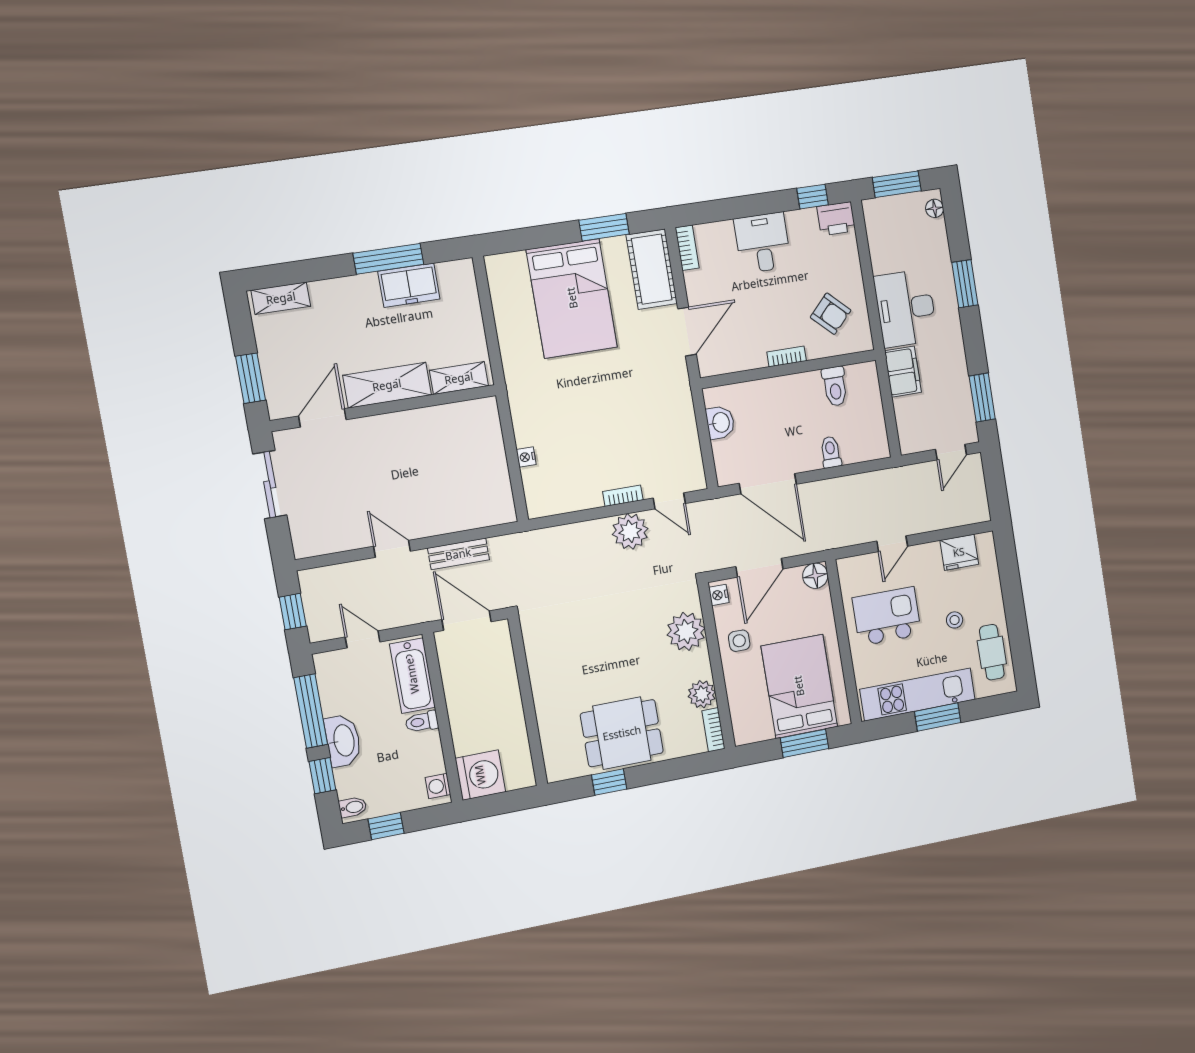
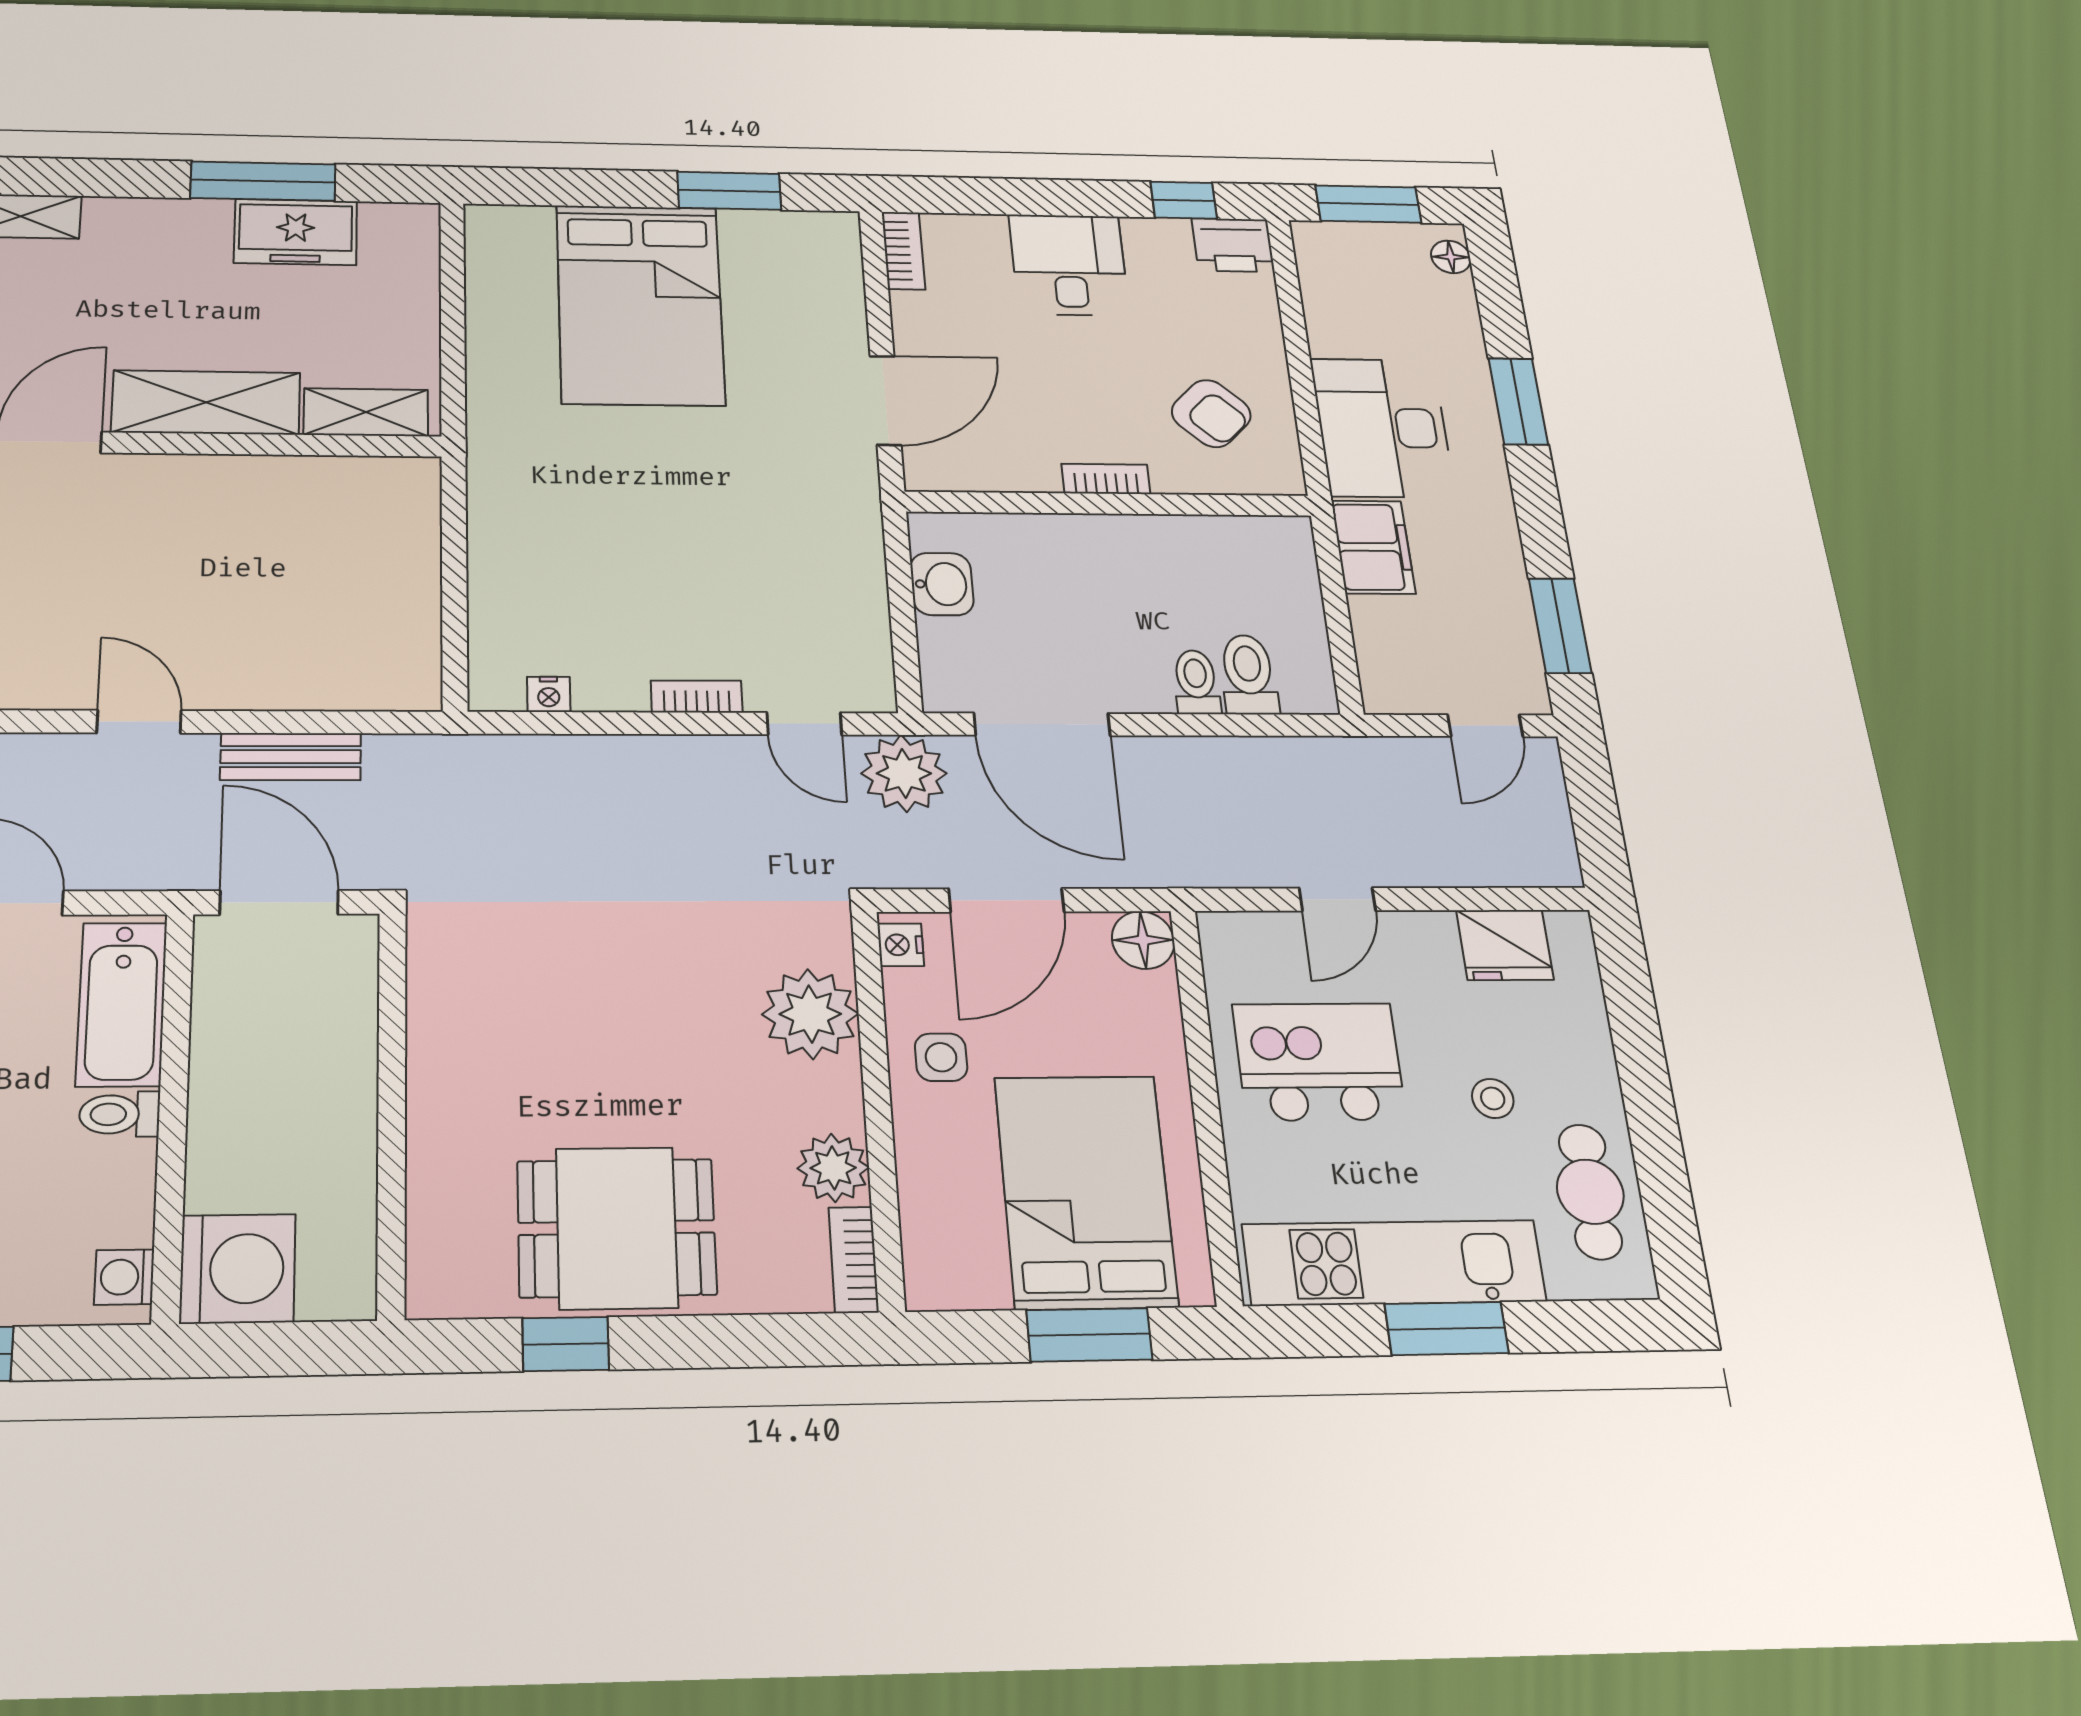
cot: (652, 269) -> (822, 277), removed
toilet: (835, 386) -> (1248, 675), moved, turned 180
nightstand: (526, 457) -> (549, 694), moved, turned -90
plant: (630, 531) -> (904, 773), moved

